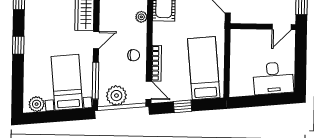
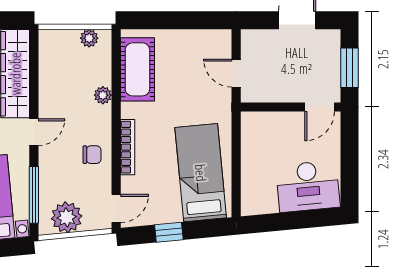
bookcase: (157, 63) -> (128, 147), moved
door: (149, 90) -> (116, 208), hinge flipped

